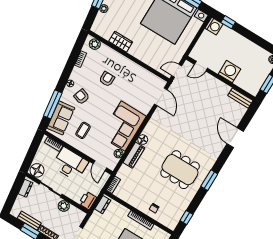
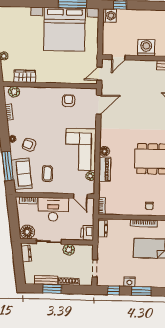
wardrobe: (121, 42) -> (25, 76), moved
armchair: (107, 79) -> (68, 101), moved
door: (161, 97) -> (99, 105), hinge flipped

